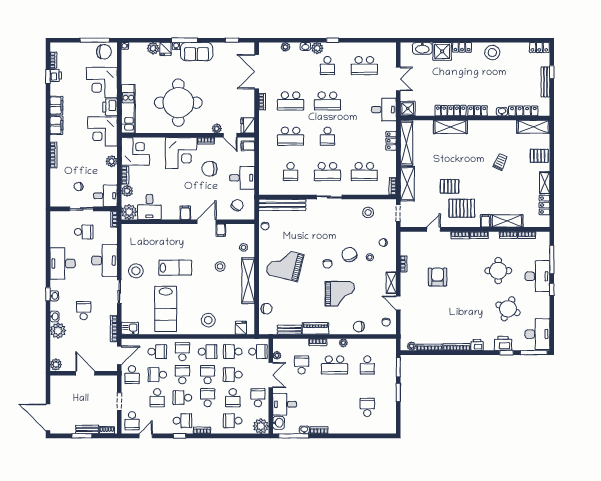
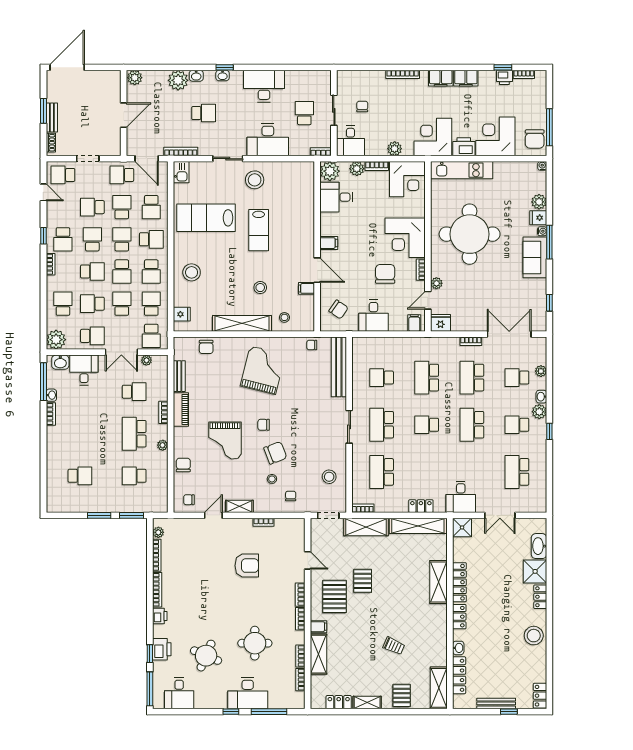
school desk: (291, 66) -> (517, 378), added
school desk: (84, 232) -> (304, 113), turned 180
desk: (537, 334) -> (179, 693), width x0.73
school desk: (182, 375) -> (122, 239), turned -90
school desk: (208, 375) -> (122, 271), turned 90

